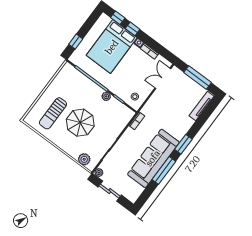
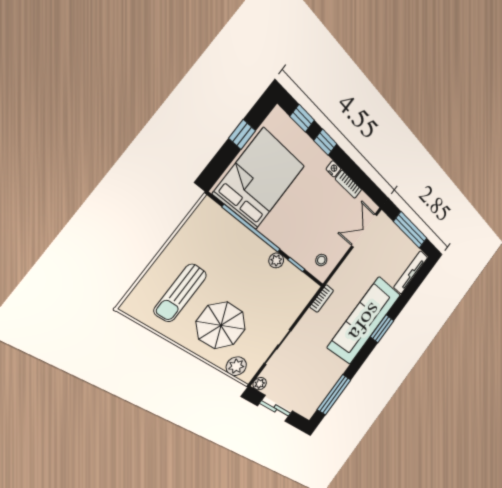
window: (76, 42) -> (242, 134), moved
bed: (112, 47) -> (260, 179), moved, turned 180
parasol: (80, 123) -> (221, 325), moved
sofa: (153, 158) -> (364, 321), moved
window: (164, 170) -> (334, 395), moved

